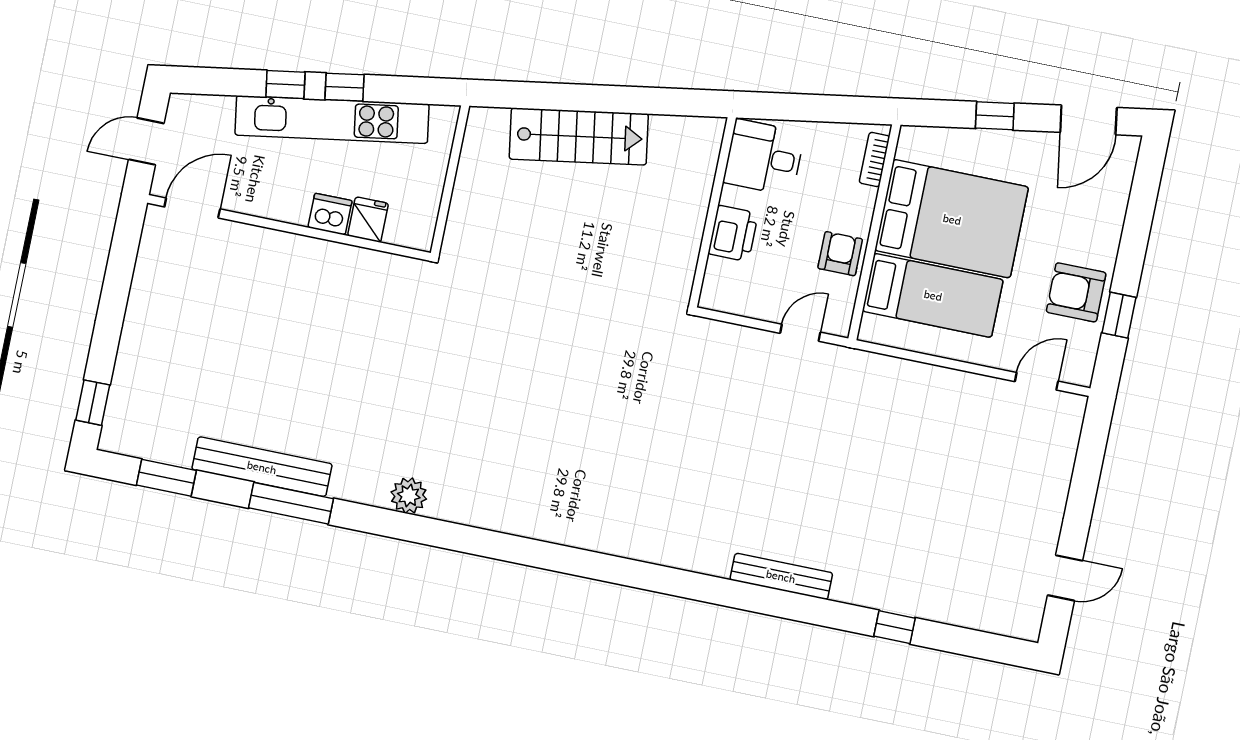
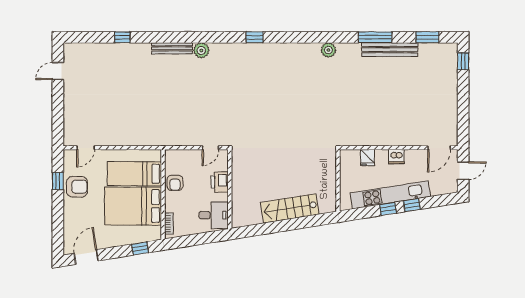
window: (995, 116) -> (140, 248), moved
dishwasher: (330, 214) -> (396, 157), moved
door: (800, 333) -> (210, 148), moved
plant: (712, 557) -> (201, 50), added
window: (579, 562) -> (255, 37), added

